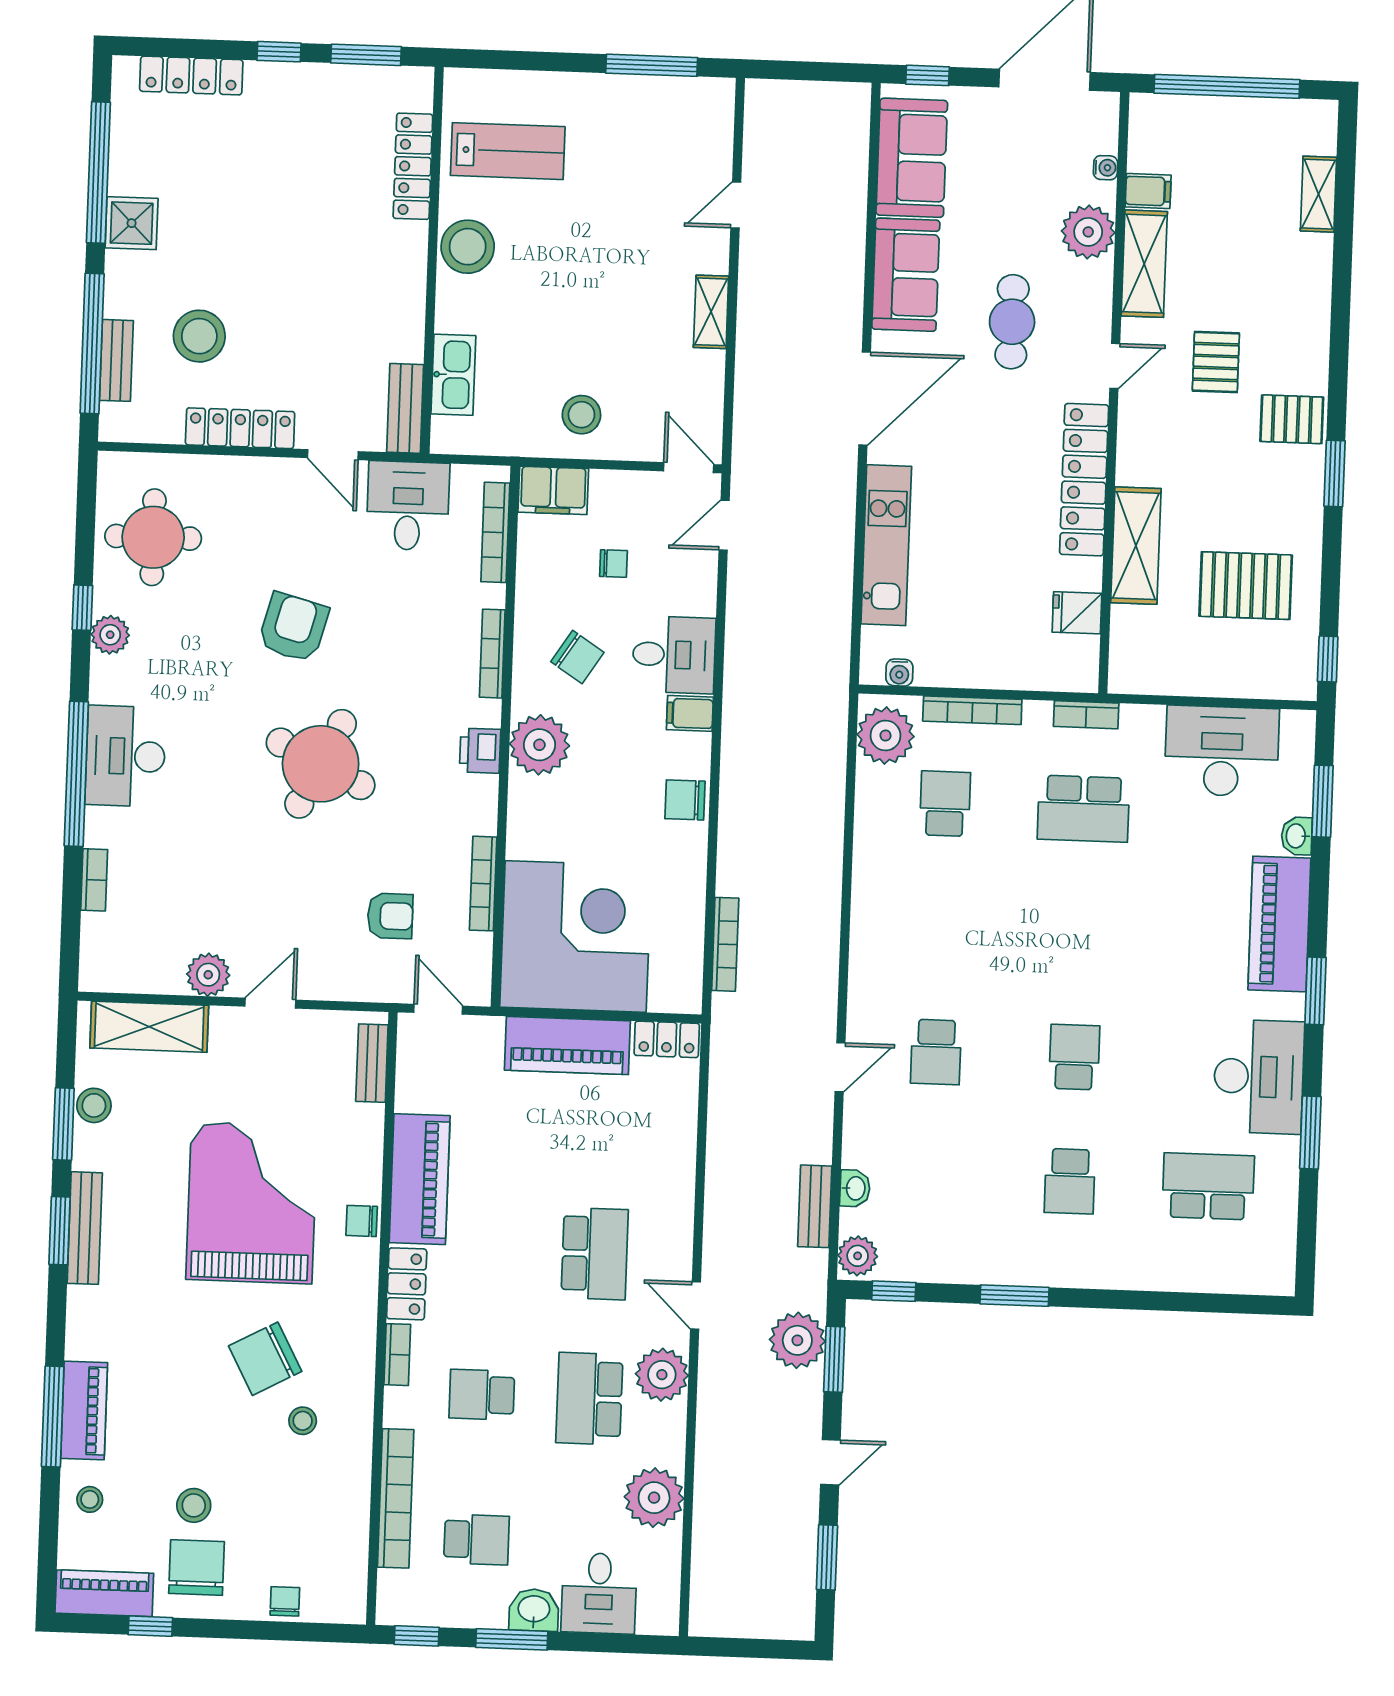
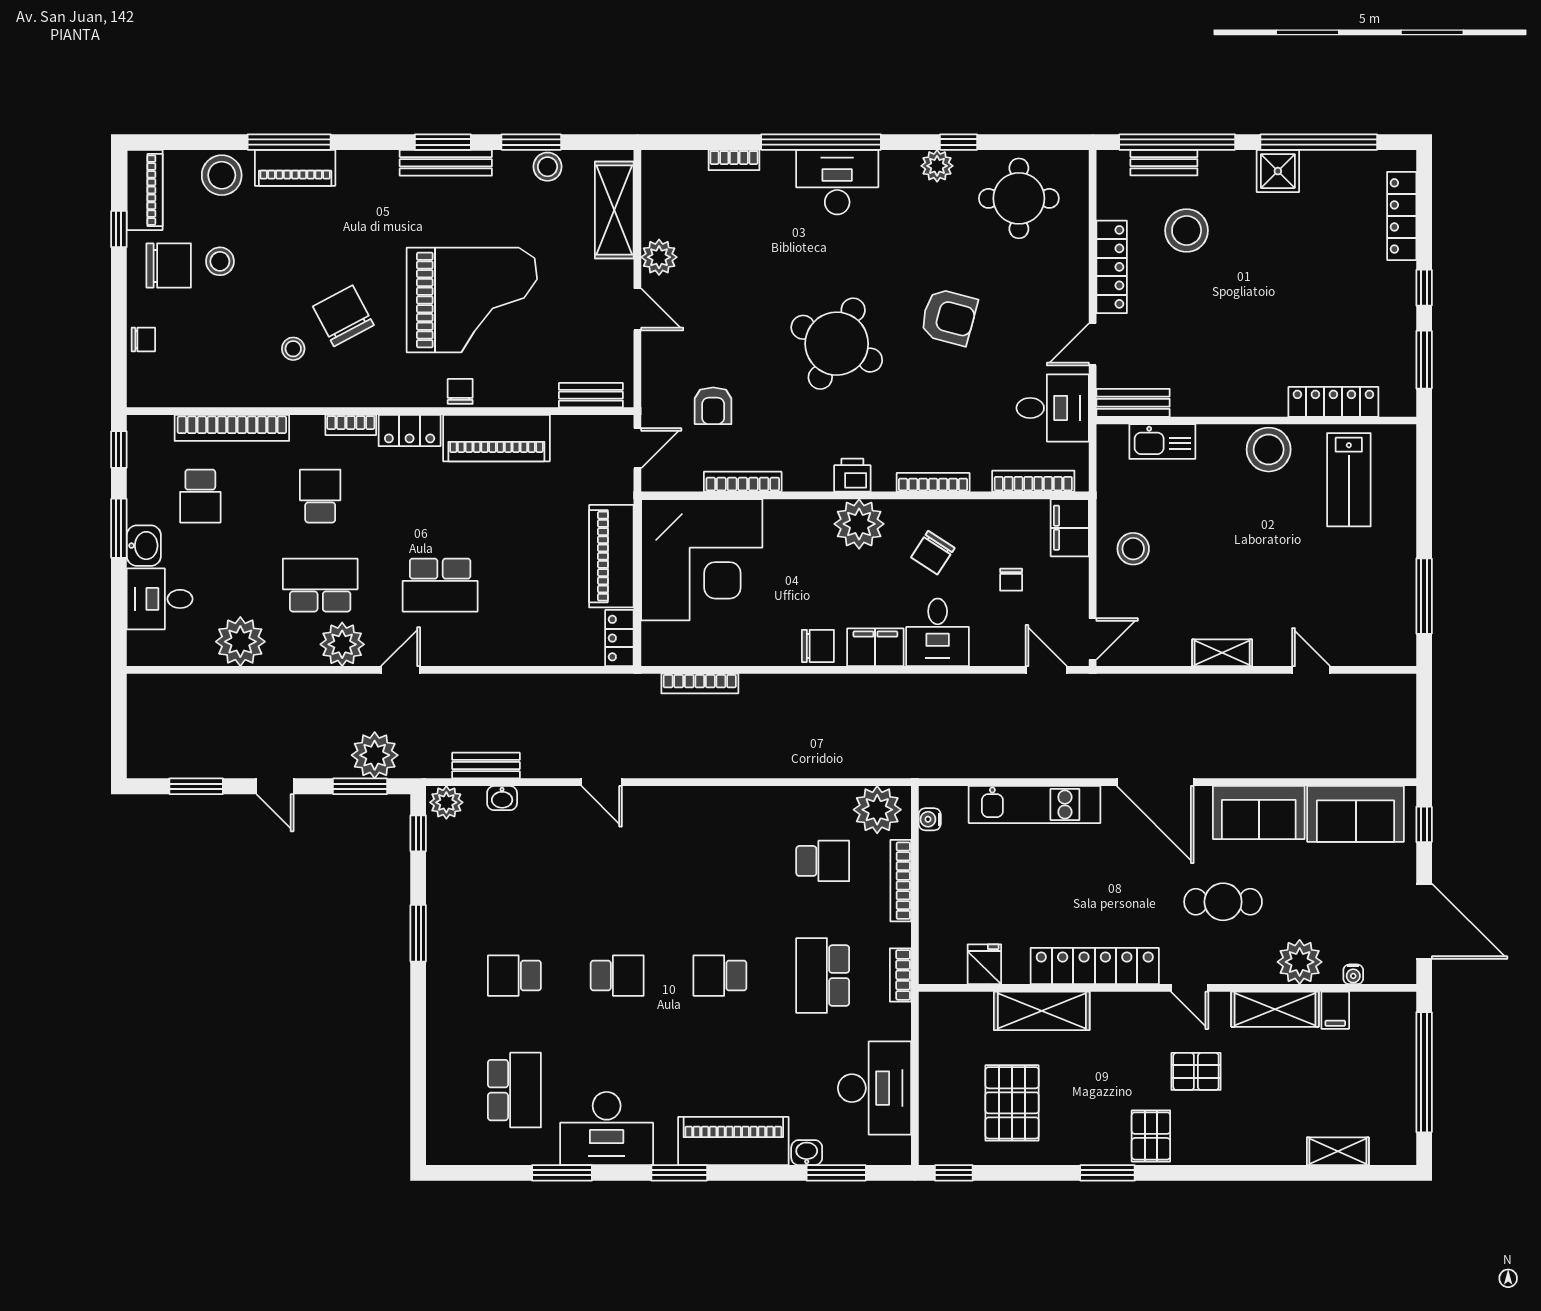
filing cabinet: (690, 713) -> (875, 647), width x2.00
chair: (685, 800) -> (818, 646), turned 90
school desk: (936, 1052) -> (720, 976), moved
stool: (90, 1499) -> (222, 175), width x1.89, depth x1.89

